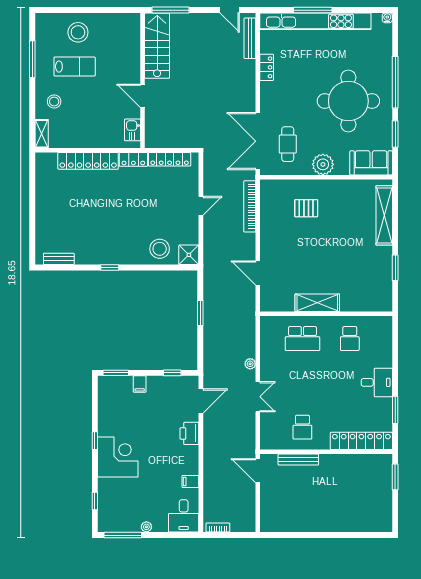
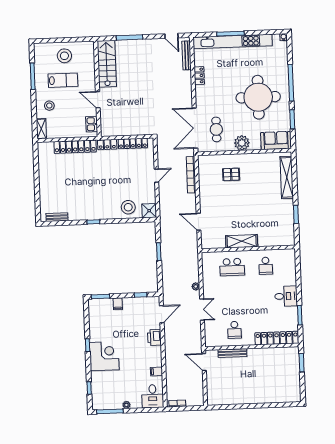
stairs: (157, 46) -> (107, 64), moved
wall: (143, 80) -> (97, 89), moved
door: (143, 96) -> (98, 100), moved
kitchen sink: (132, 130) -> (92, 124), moved

